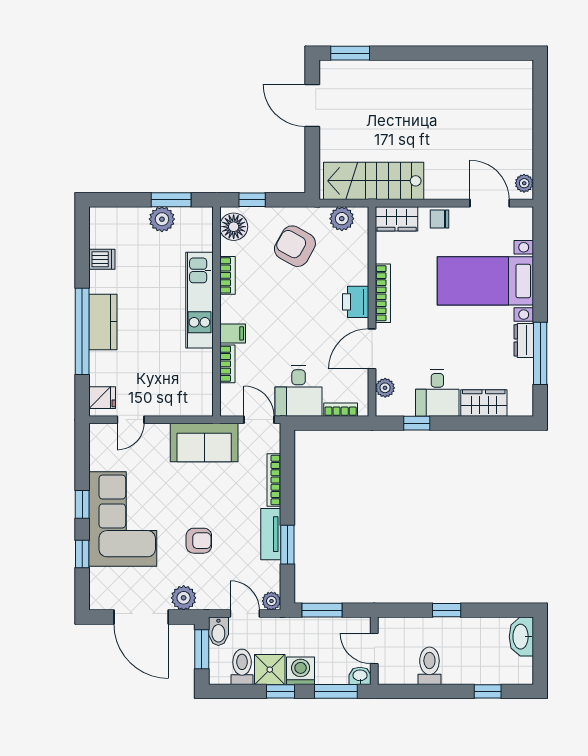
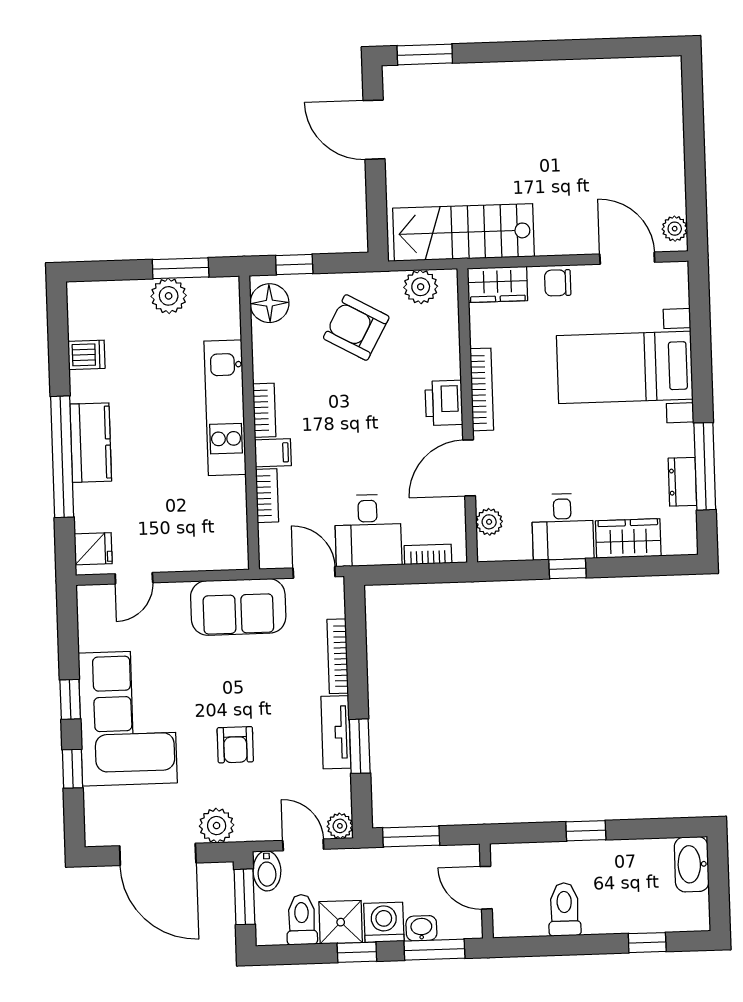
bookcase: (227, 275) -> (264, 410), moved
dresser: (524, 340) -> (682, 482), moved
window: (417, 423) -> (568, 569), moved
armchair: (199, 541) -> (235, 745), turned 90
washbasin: (360, 676) -> (421, 928), moved

